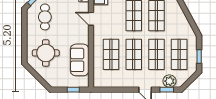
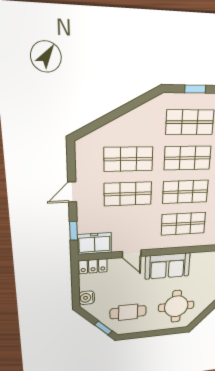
door: (91, 19) -> (132, 254), hinge flipped
sofa: (80, 60) -> (167, 266), moved

